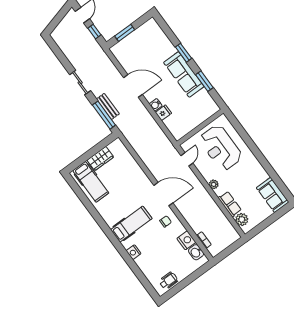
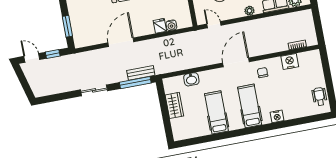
water cooler: (156, 105) -> (171, 25), moved
bench: (108, 106) -> (141, 73), moved
hospital bed: (91, 182) -> (216, 112), moved, turned -90
washbasin: (196, 252) -> (191, 79), moved

